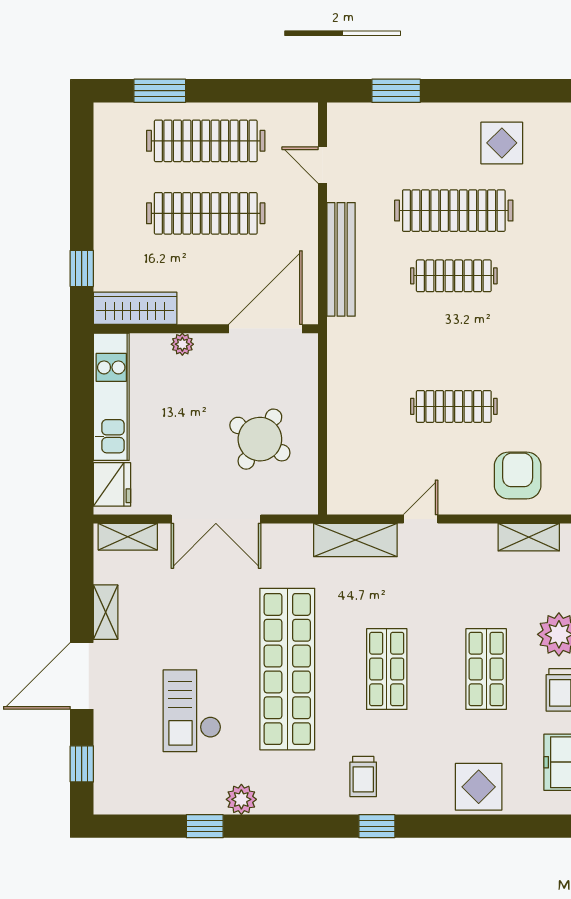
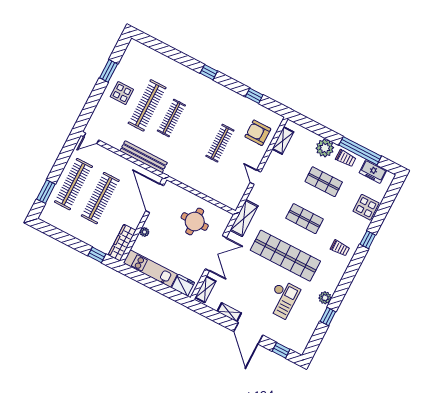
window: (396, 91) -> (109, 71), moved
display table: (502, 143) -> (122, 93), moved
door: (323, 165) -> (91, 138), moved
round table: (260, 439) -> (195, 221), turned -32
shelving: (355, 540) -> (244, 218), moved
checkout: (192, 711) -> (283, 299), turned -90
window: (377, 826) -> (368, 240), moved

